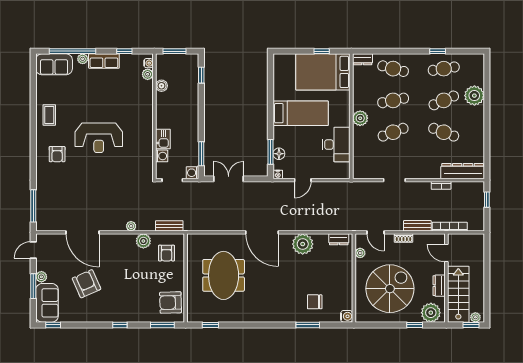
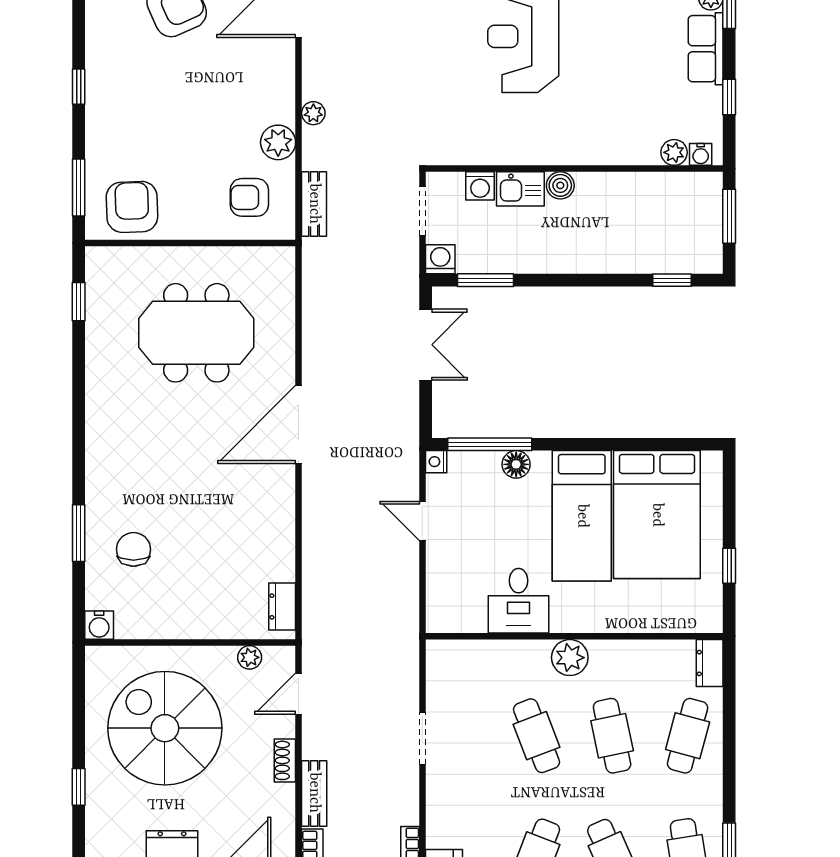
bed: (323, 72) -> (657, 515), moved, turned 180
boiler: (161, 86) -> (560, 185), moved
desk: (336, 145) -> (518, 601), width x0.73
window: (270, 152) -> (490, 444), width x1.44
floor lamp: (279, 154) -> (516, 464), moved
plant: (303, 244) -> (271, 521), removed
spiral stairs: (390, 289) -> (165, 728), turned 180
plant: (431, 313) -> (108, 825), removed

